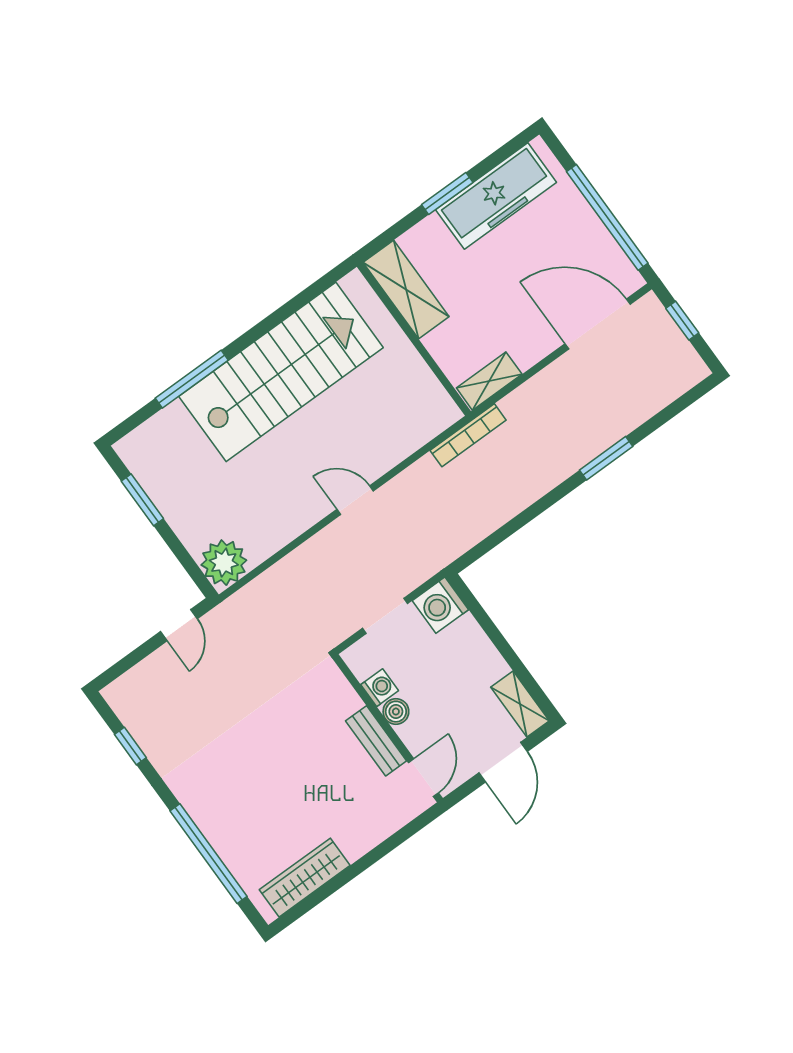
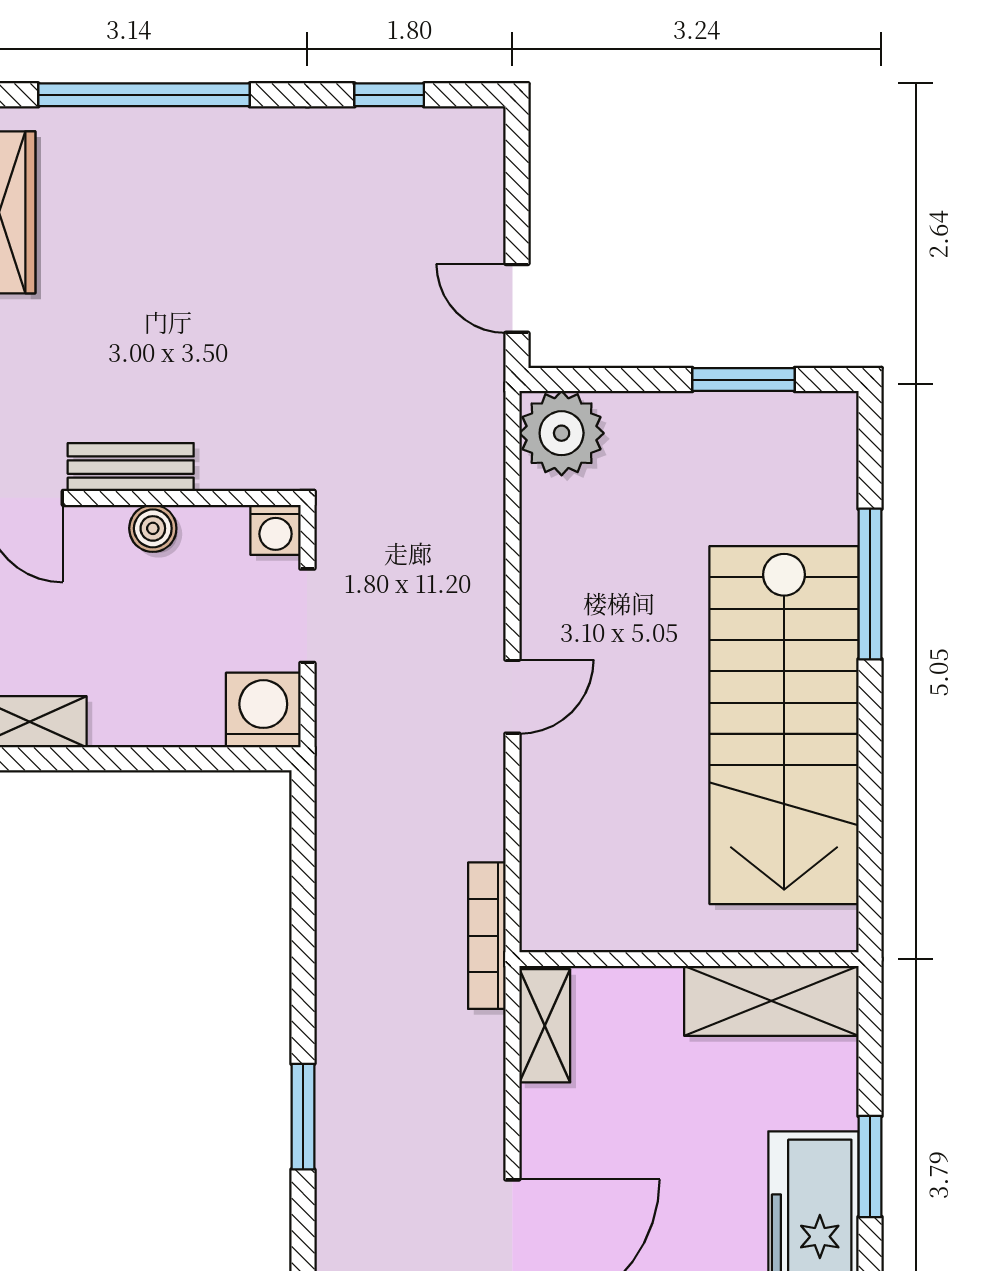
washing machine: (380, 688) -> (276, 530), moved

